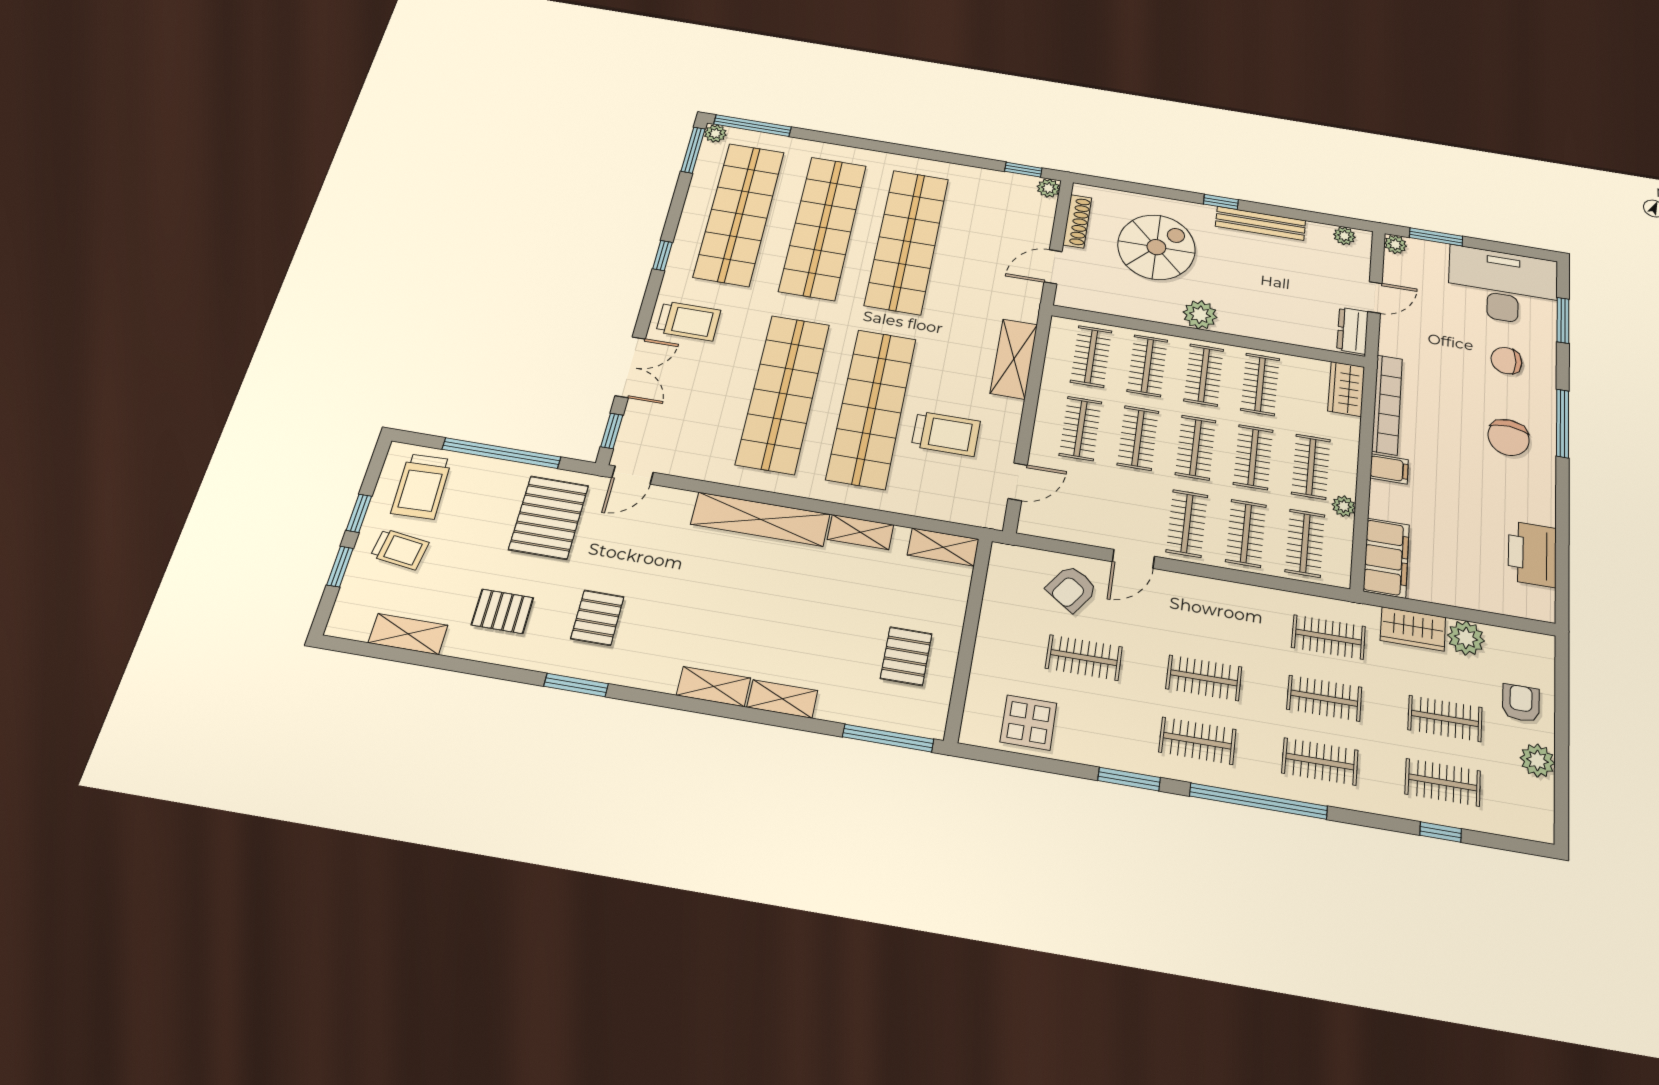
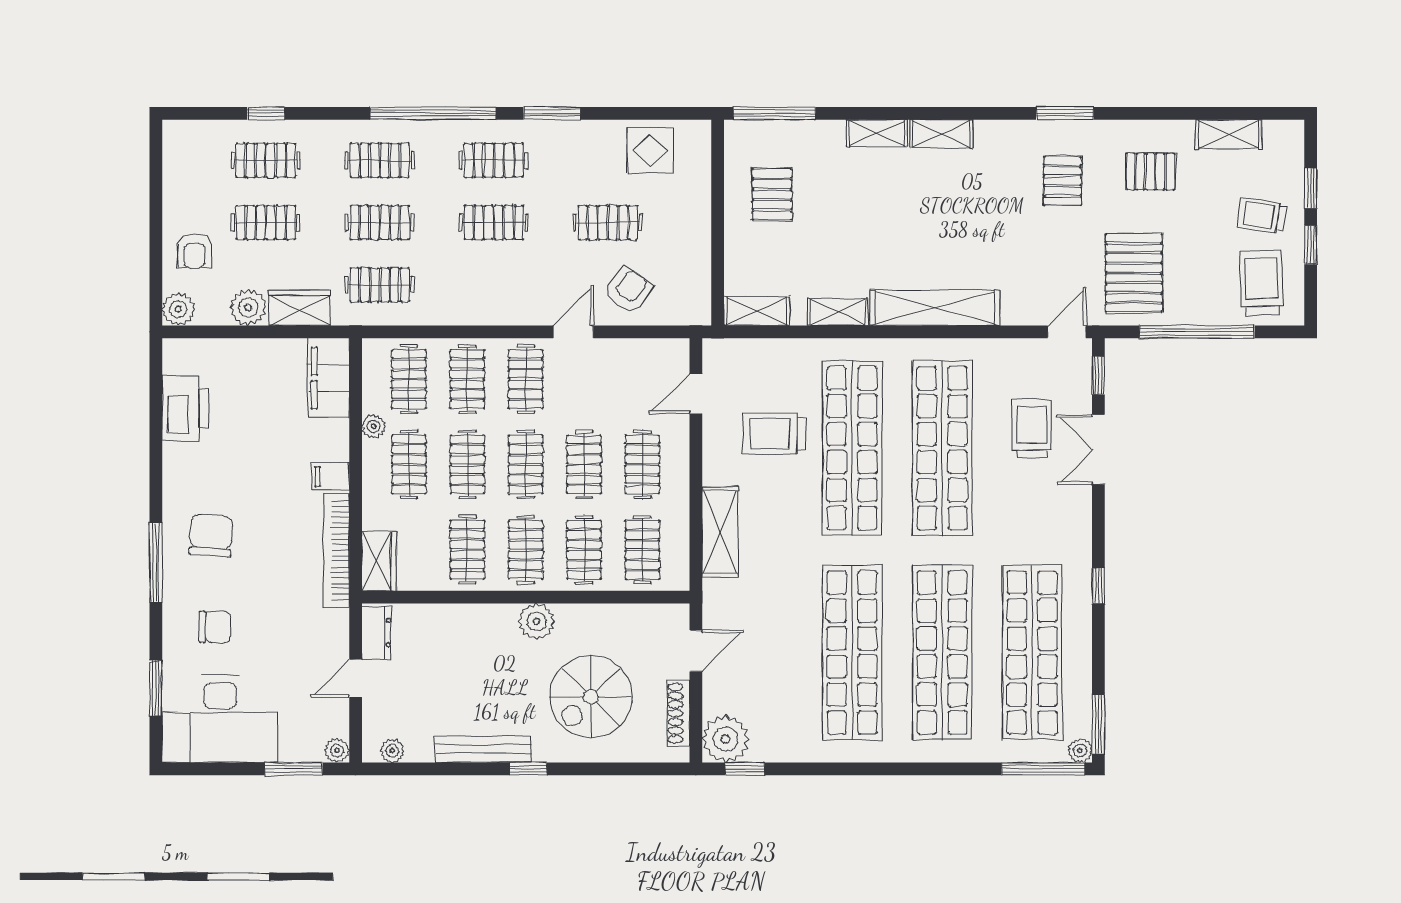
plant: (1048, 188) -> (725, 739), width x1.88, depth x1.88
trolley: (688, 321) -> (1032, 429), moved, turned 90
plant: (1537, 760) -> (178, 309), moved

